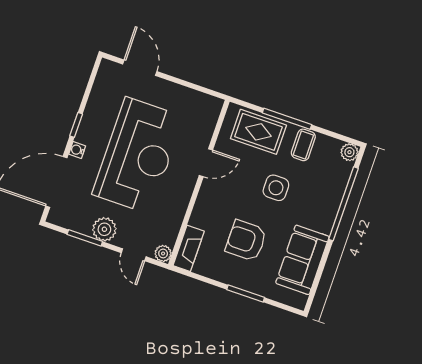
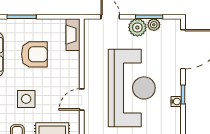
water cooler: (77, 150) -> (176, 101), moved
reception desk: (138, 155) -> (132, 88), turned 180
plant: (163, 253) -> (154, 25), moved

